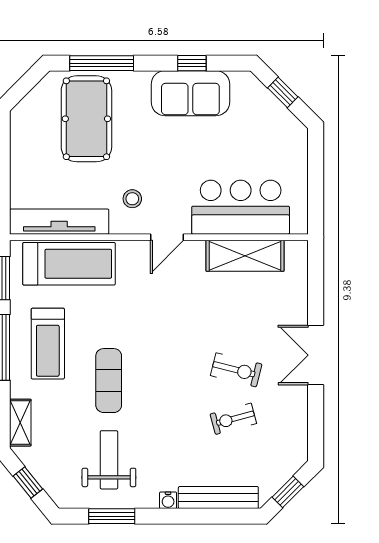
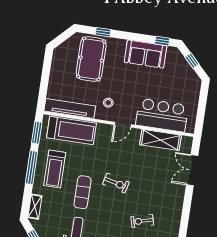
window: (102, 63) -> (103, 32), width x0.46
window: (192, 63) -> (162, 41), moved
double door: (316, 355) -> (192, 170), moved
exercise bike: (236, 370) -> (116, 183), moved

